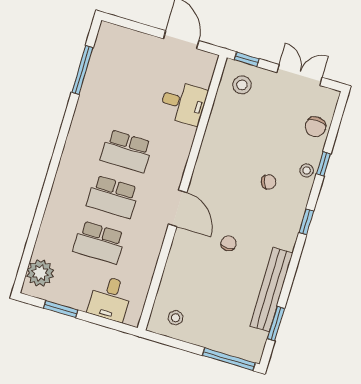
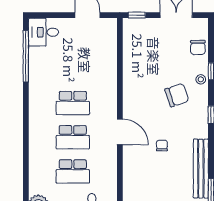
window: (82, 70) -> (26, 56), width x1.46
stool: (242, 85) -> (139, 34), removed
desk: (183, 103) -> (44, 32), moved, turned 180
chair: (269, 182) -> (177, 95), width x1.87, depth x1.87

